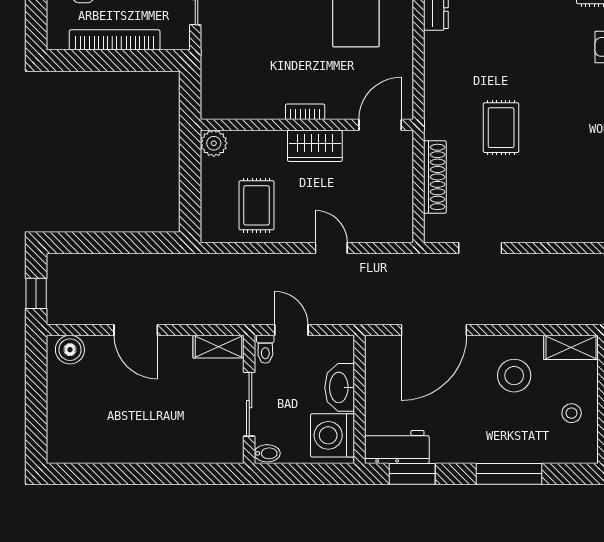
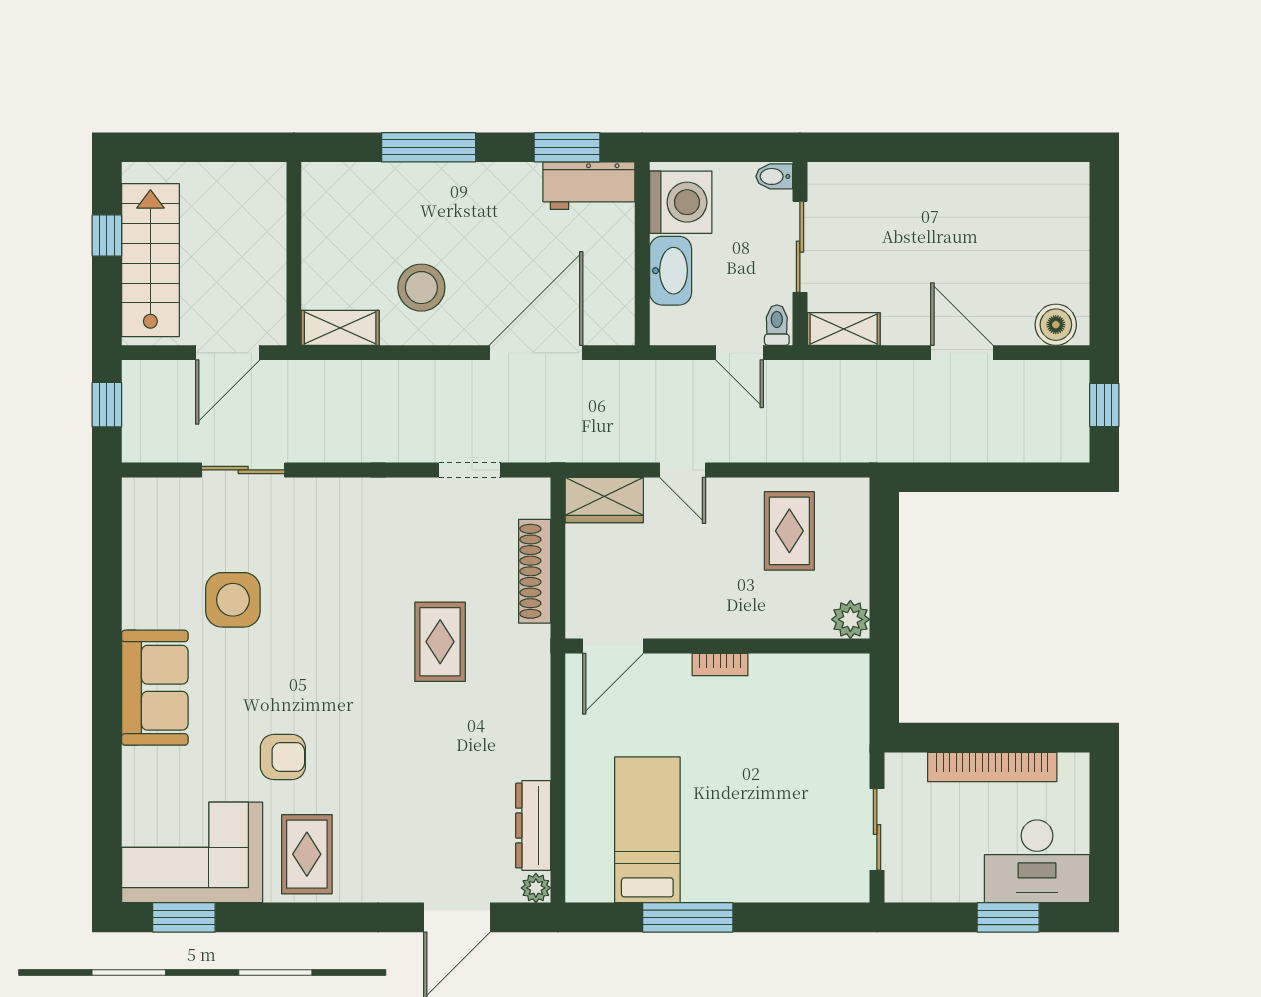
wardrobe: (315, 146) -> (604, 500), moved, turned 180
stool: (572, 413) -> (339, 234), removed

